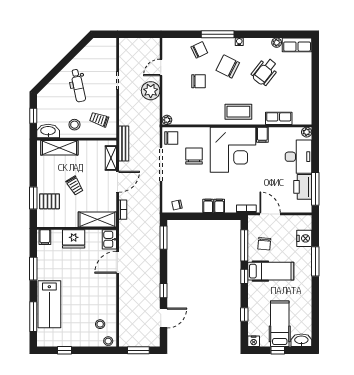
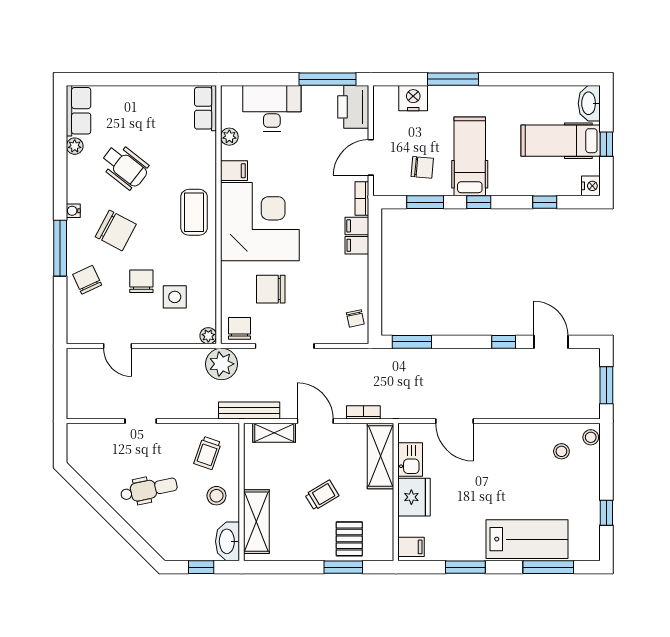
chair: (228, 66) -> (116, 230), turned -89
plant: (151, 91) -> (222, 364), moved
side table: (189, 100) -> (175, 297), added
row of seats: (279, 118) -> (206, 108), moved
plant: (307, 132) -> (229, 137), moved
printer: (303, 187) -> (353, 107), moved, turned 90
filing cabinet: (208, 206) -> (357, 226), moved
kitchen sink: (109, 239) -> (410, 460), moved, turned -90
window: (244, 245) -> (425, 202), width x0.69

